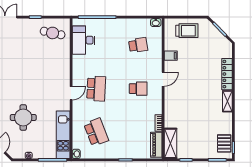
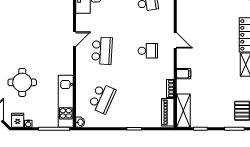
filing cabinet: (171, 56) -> (184, 74), moved
door: (163, 79) -> (175, 40), hinge flipped
door: (71, 93) -> (75, 39), moved
school desk: (96, 132) -> (102, 98), turned 45
fridge: (19, 152) -> (18, 120), added

